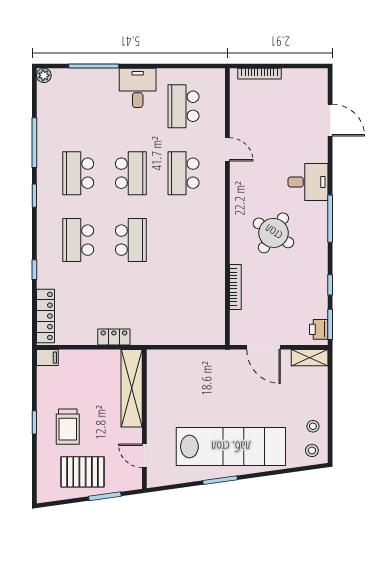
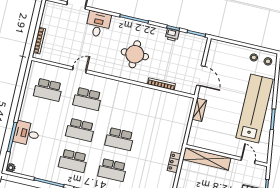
desk: (138, 88) -> (27, 133), moved
school desk: (131, 173) -> (80, 130), turned 180
desk: (308, 182) -> (98, 24), moved
round table: (273, 233) -> (135, 54), turned -33
school desk: (131, 240) -> (120, 139), turned 180
printer: (319, 329) -> (172, 35), moved
door: (263, 347) -> (201, 76), hinge flipped
shelving: (310, 358) -> (199, 110), moved
door: (144, 456) -> (248, 161), swing flipped

